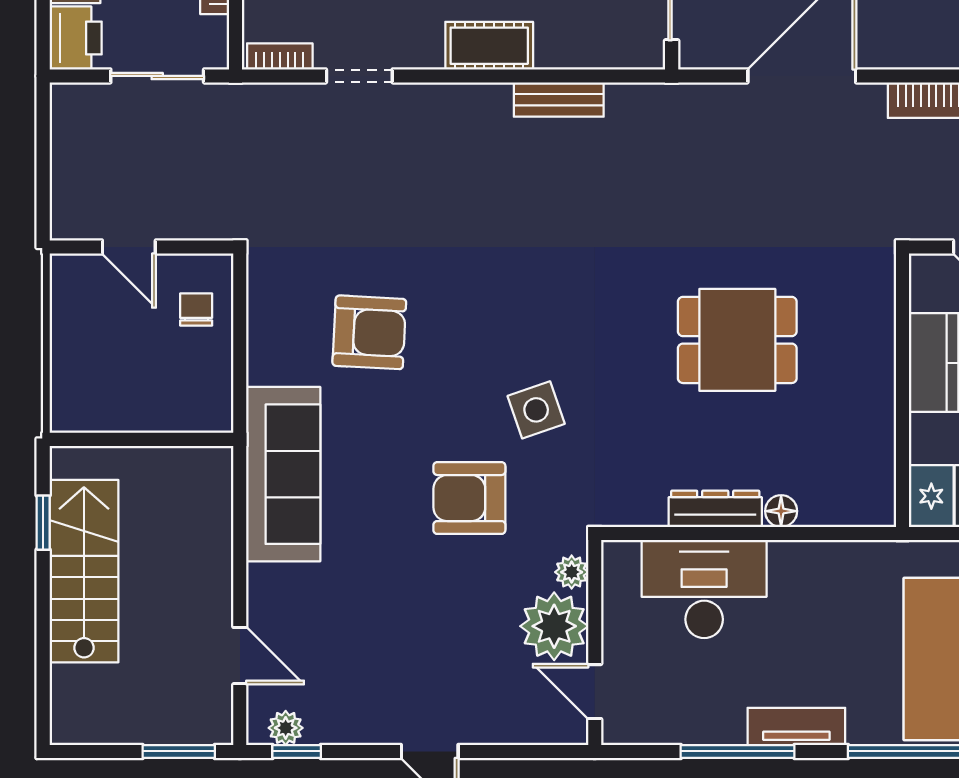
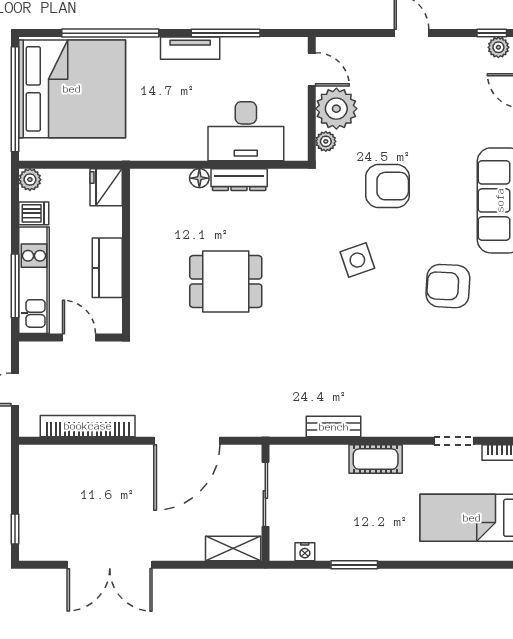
side table: (536, 410) -> (357, 260), moved

